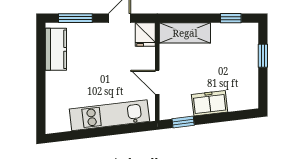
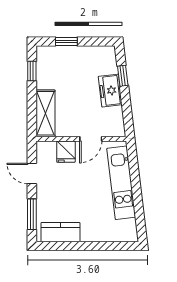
fridge: (145, 34) -> (66, 152), moved, turned 90
window: (183, 122) -> (123, 76), moved

